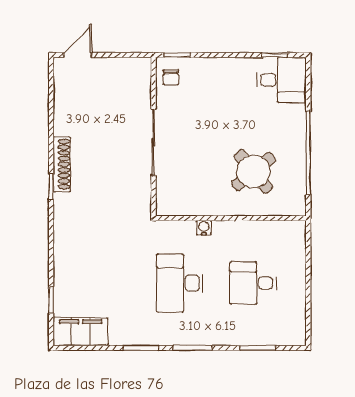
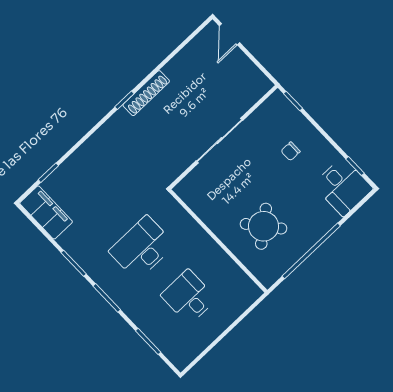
door: (78, 55) -> (229, 34), swing flipped
chair: (171, 77) -> (290, 151), moved
water cooler: (204, 228) -> (194, 229), removed

